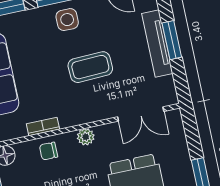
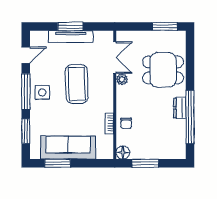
coffee table: (90, 67) -> (77, 84), width x1.36, depth x1.32
plant: (86, 137) -> (122, 79), moved

